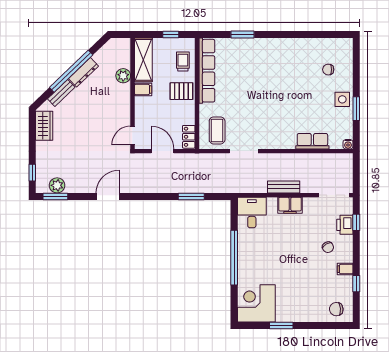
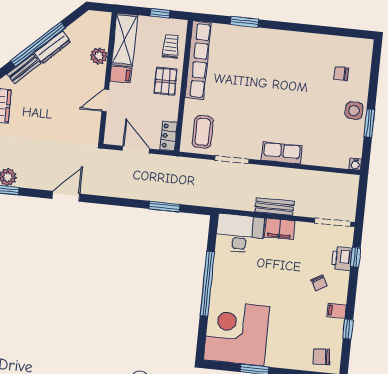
pallet: (181, 91) -> (166, 81), turned 90
door: (132, 135) -> (105, 100), moved
row of seats: (312, 141) -> (282, 153), moved
desk: (252, 213) -> (240, 233), width x1.37
corner desk: (256, 303) -> (237, 333), width x1.36, depth x1.36

